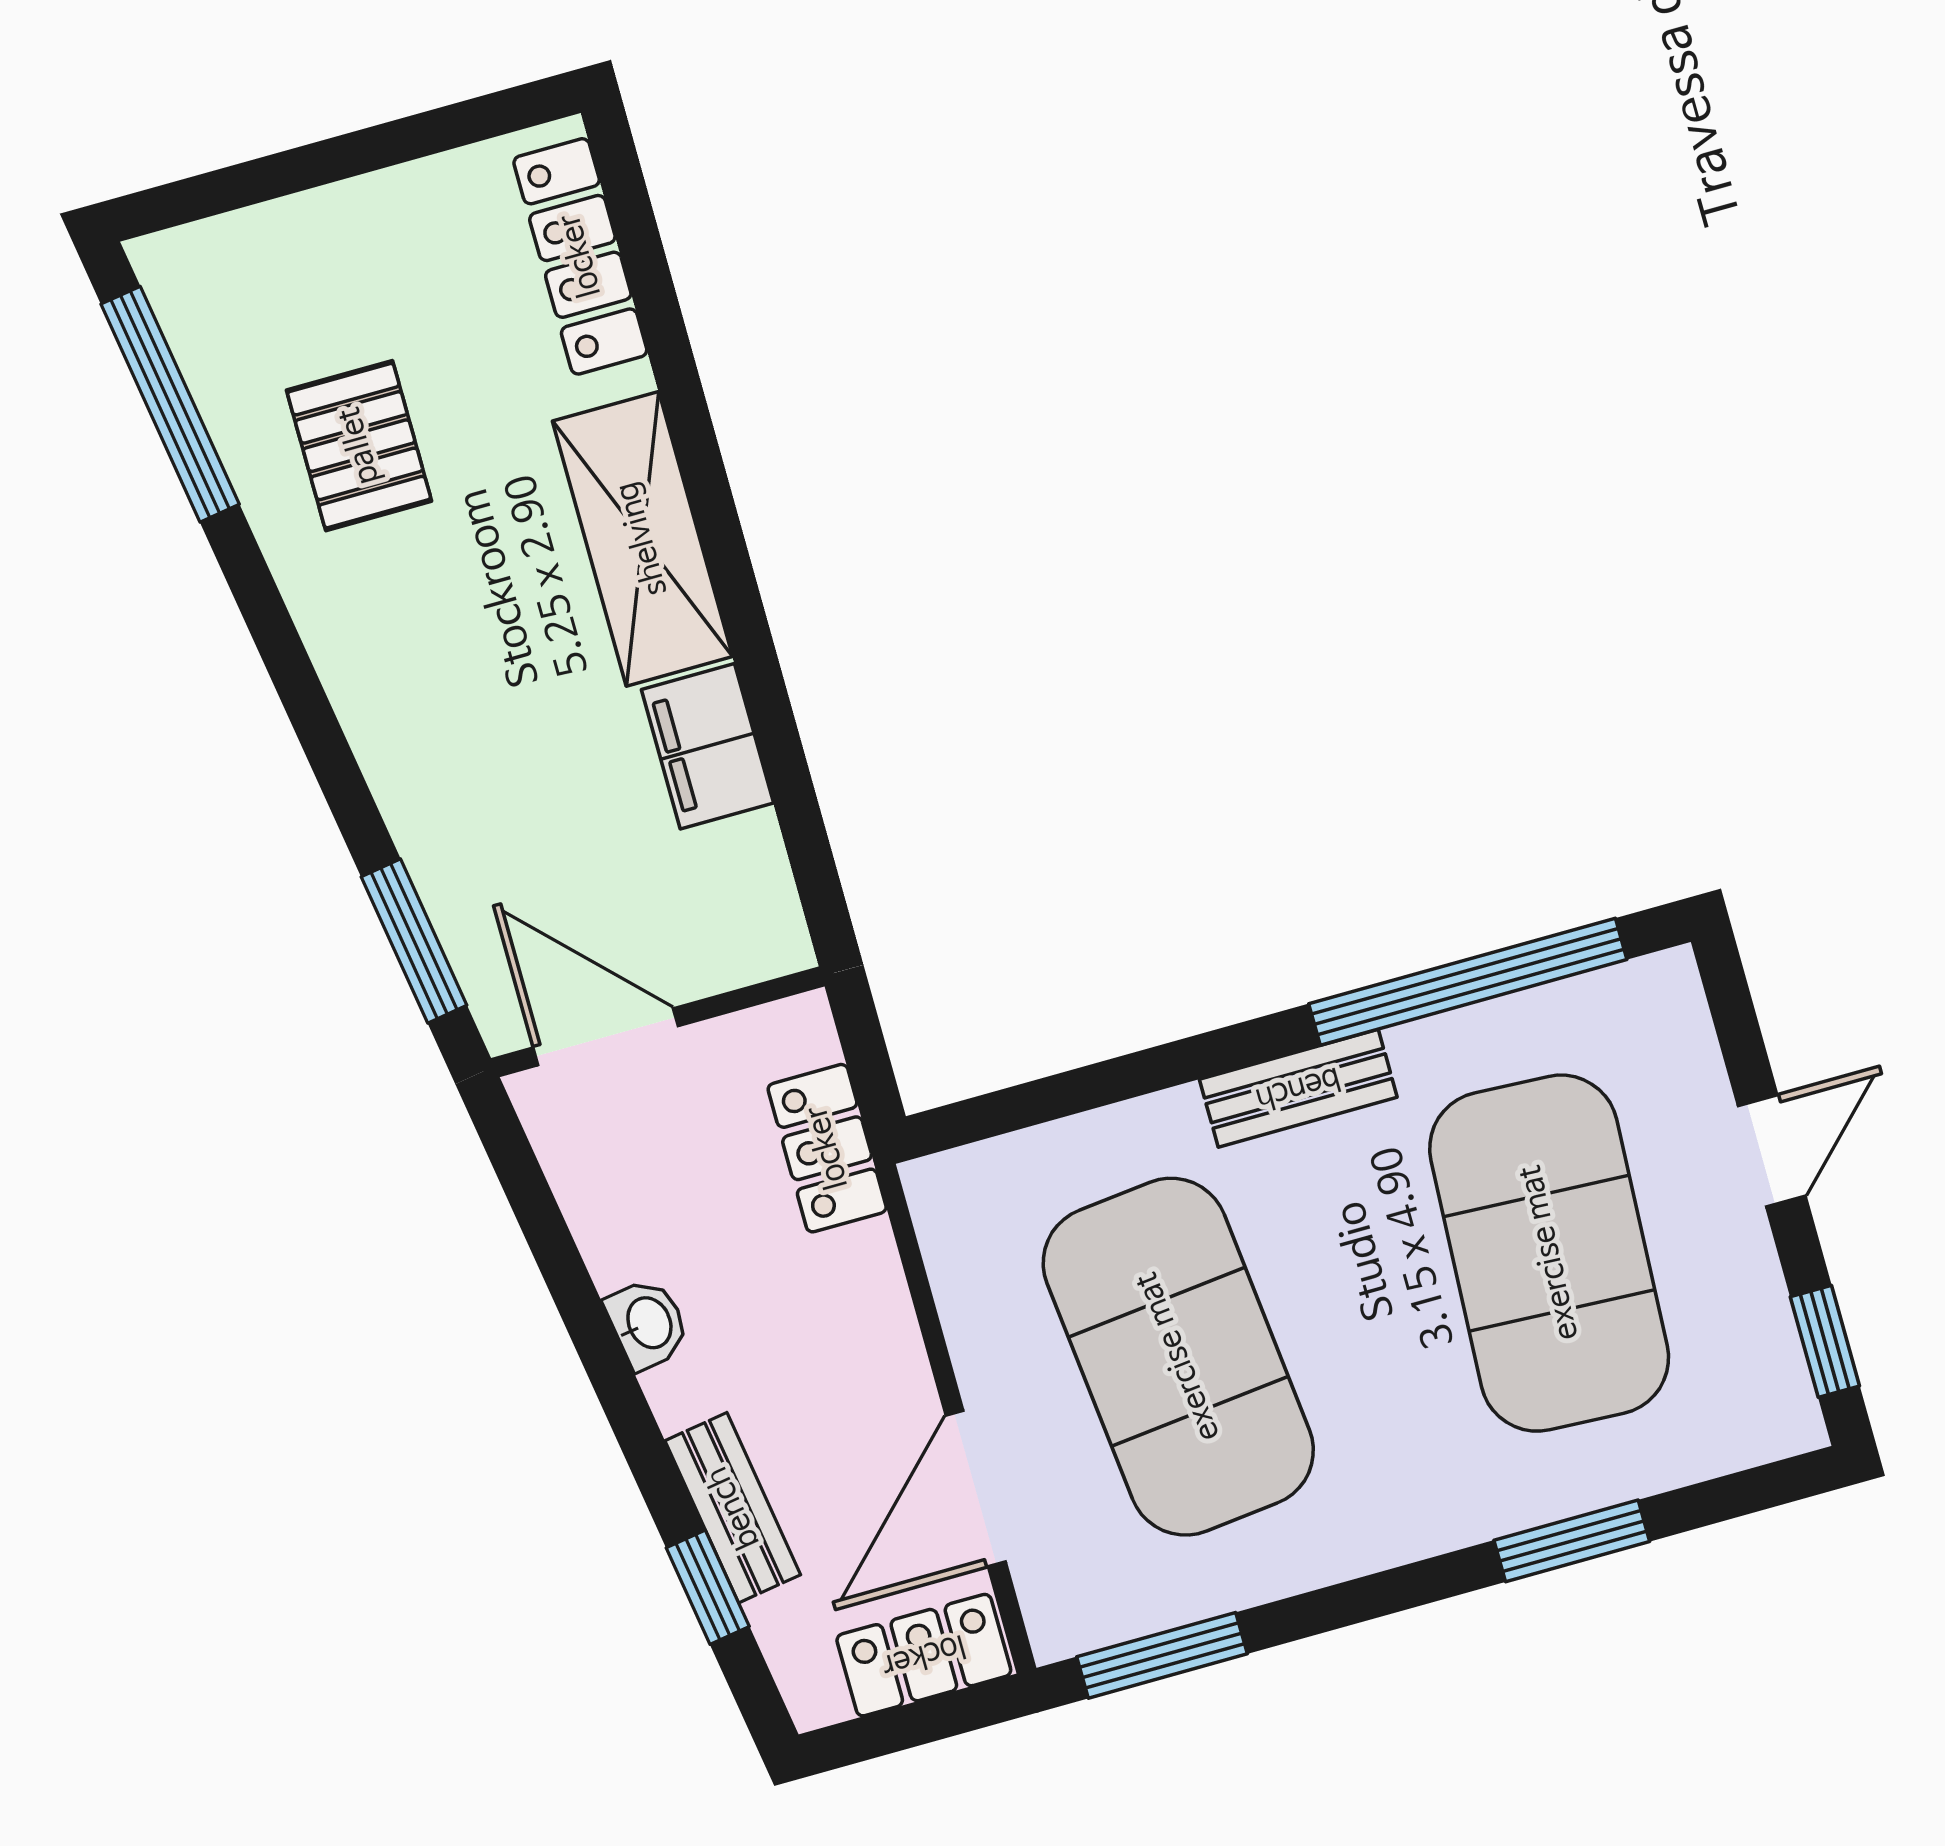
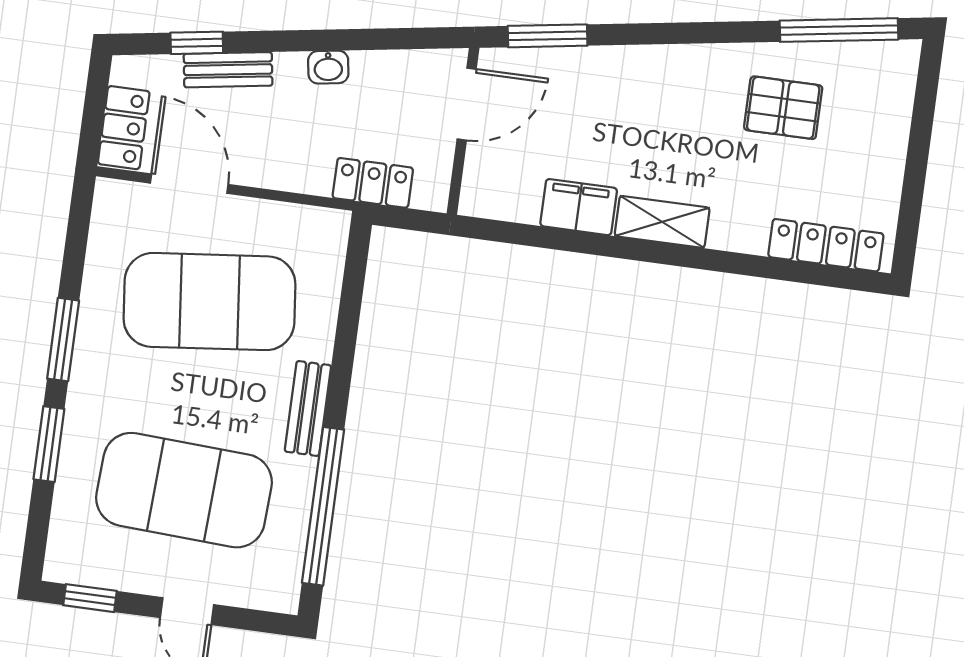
shelving: (642, 539) -> (662, 222), width x0.67, depth x0.75
window: (1162, 1655) -> (63, 340), moved

